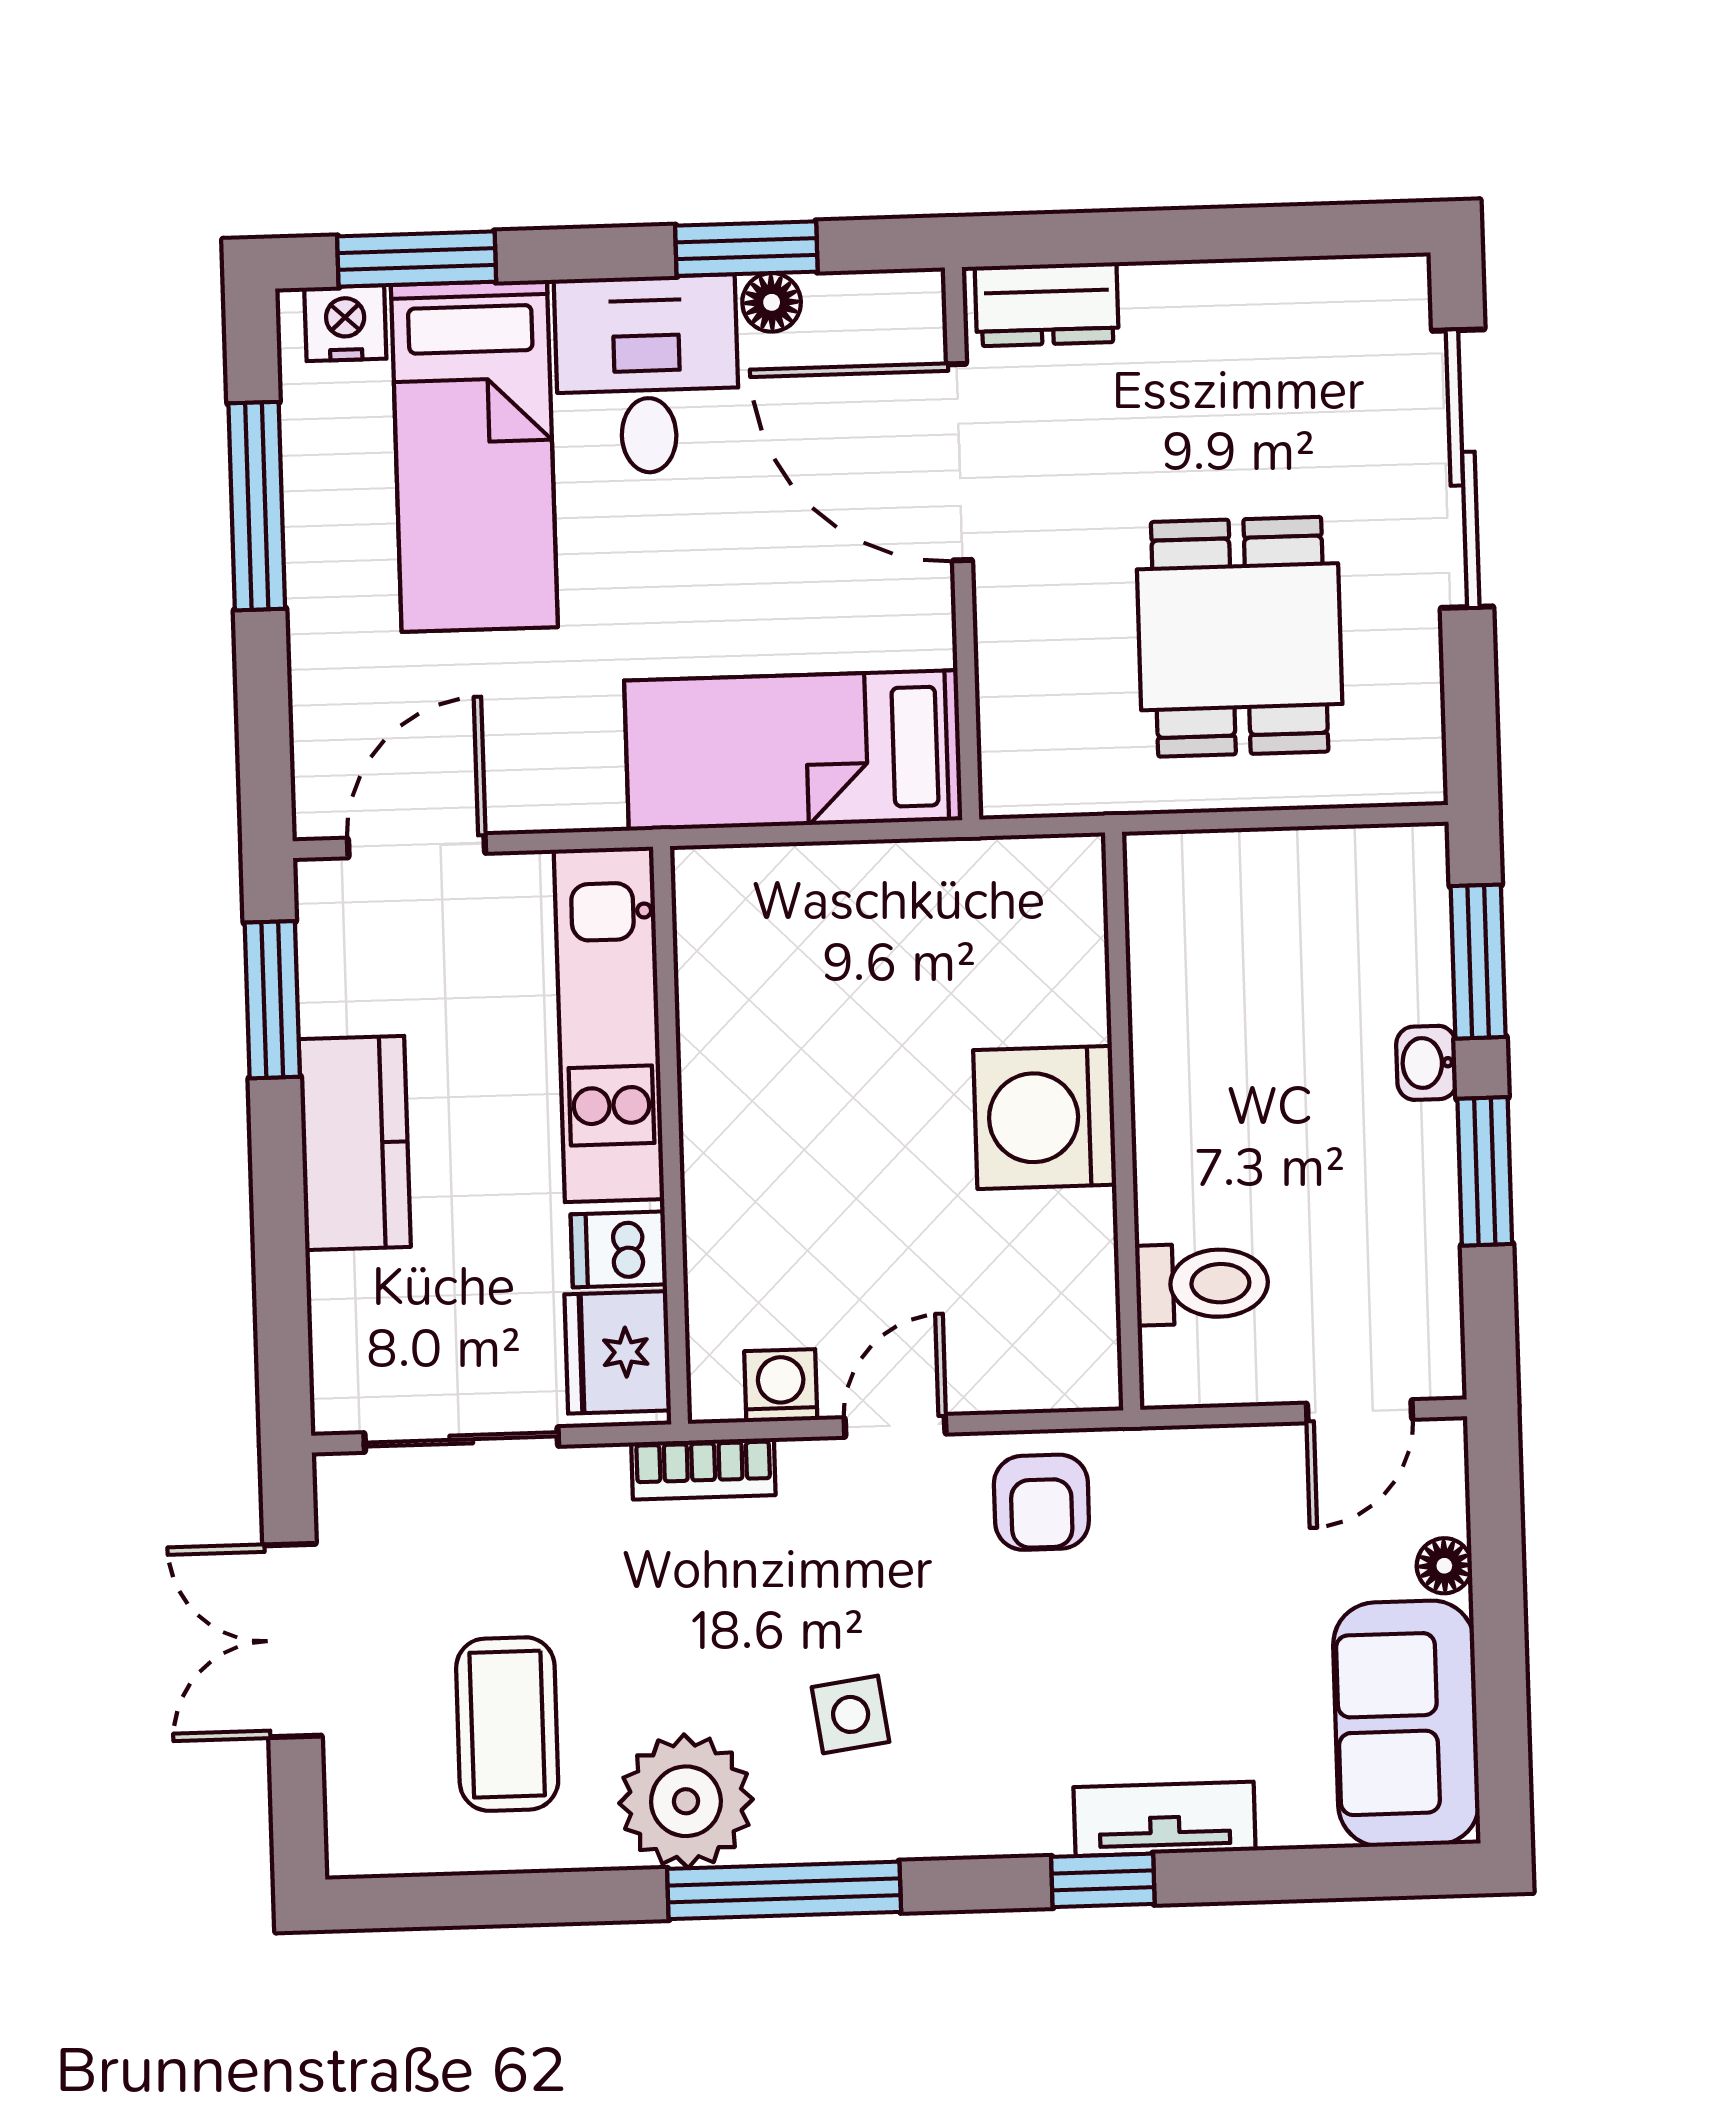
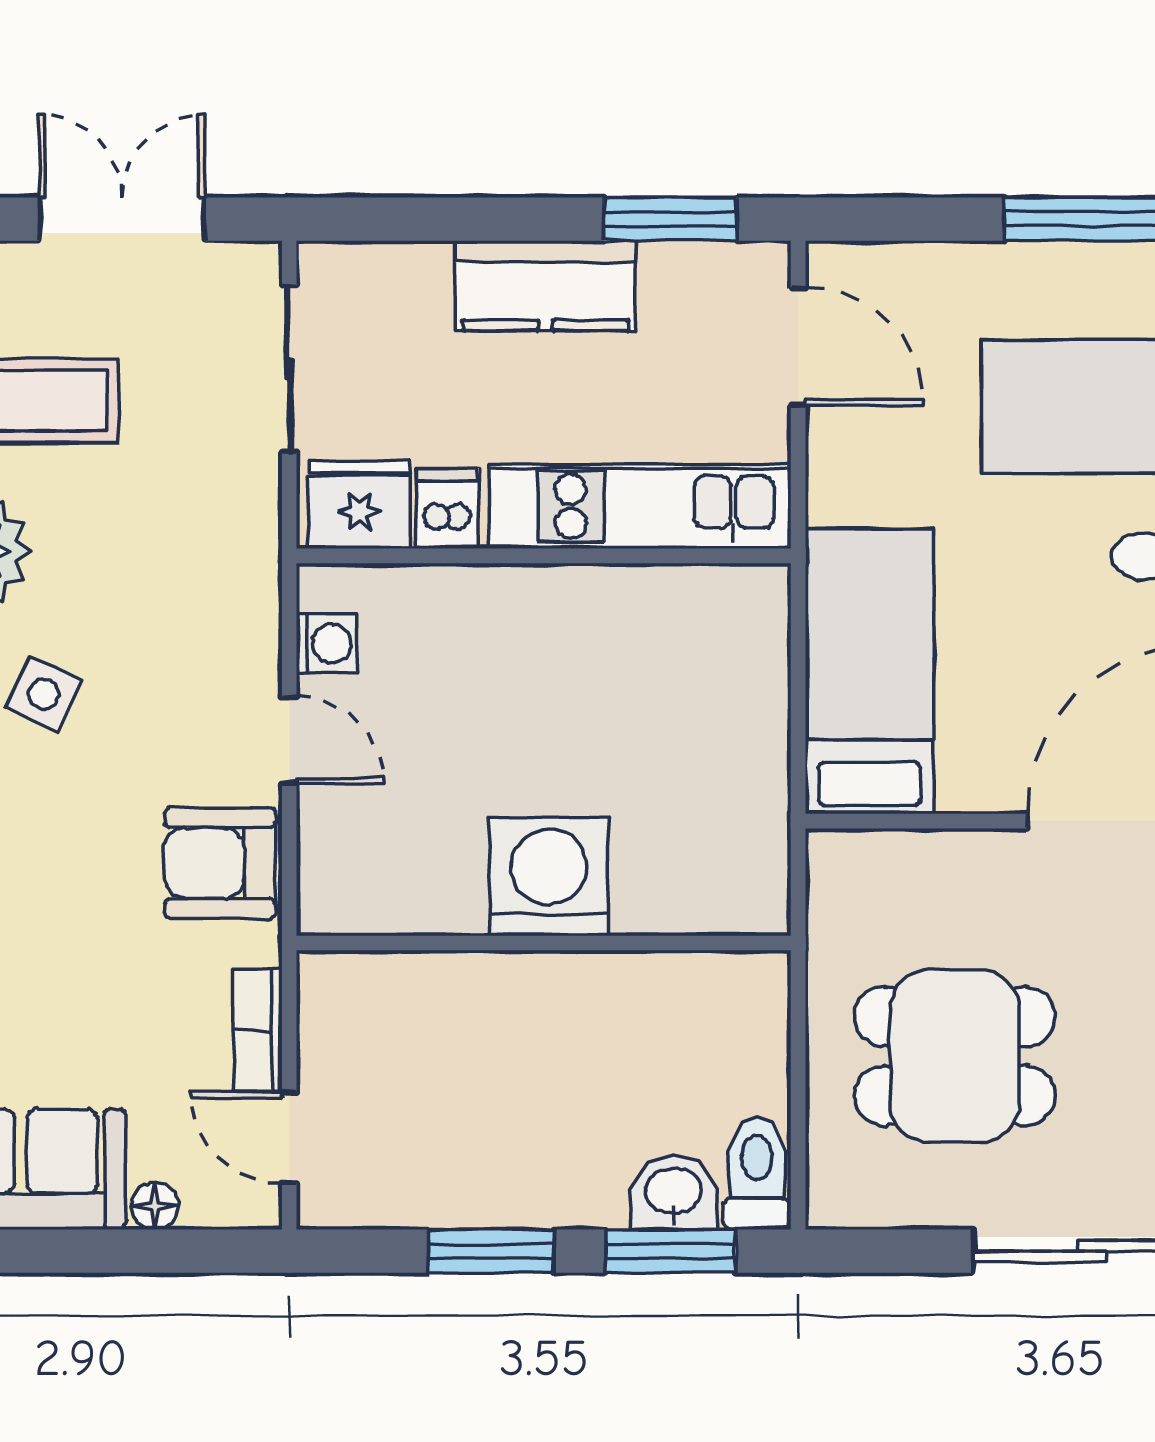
washbasin: (1426, 1063) -> (673, 1193), moved, width x1.38, depth x1.45
toilet: (1202, 1284) -> (757, 1173), moved, turned 180
bookcase: (703, 1469) -> (258, 1030), moved
armchair: (1041, 1502) -> (220, 863), width x1.38, depth x1.38
side table: (851, 1714) -> (44, 694), turned 33

